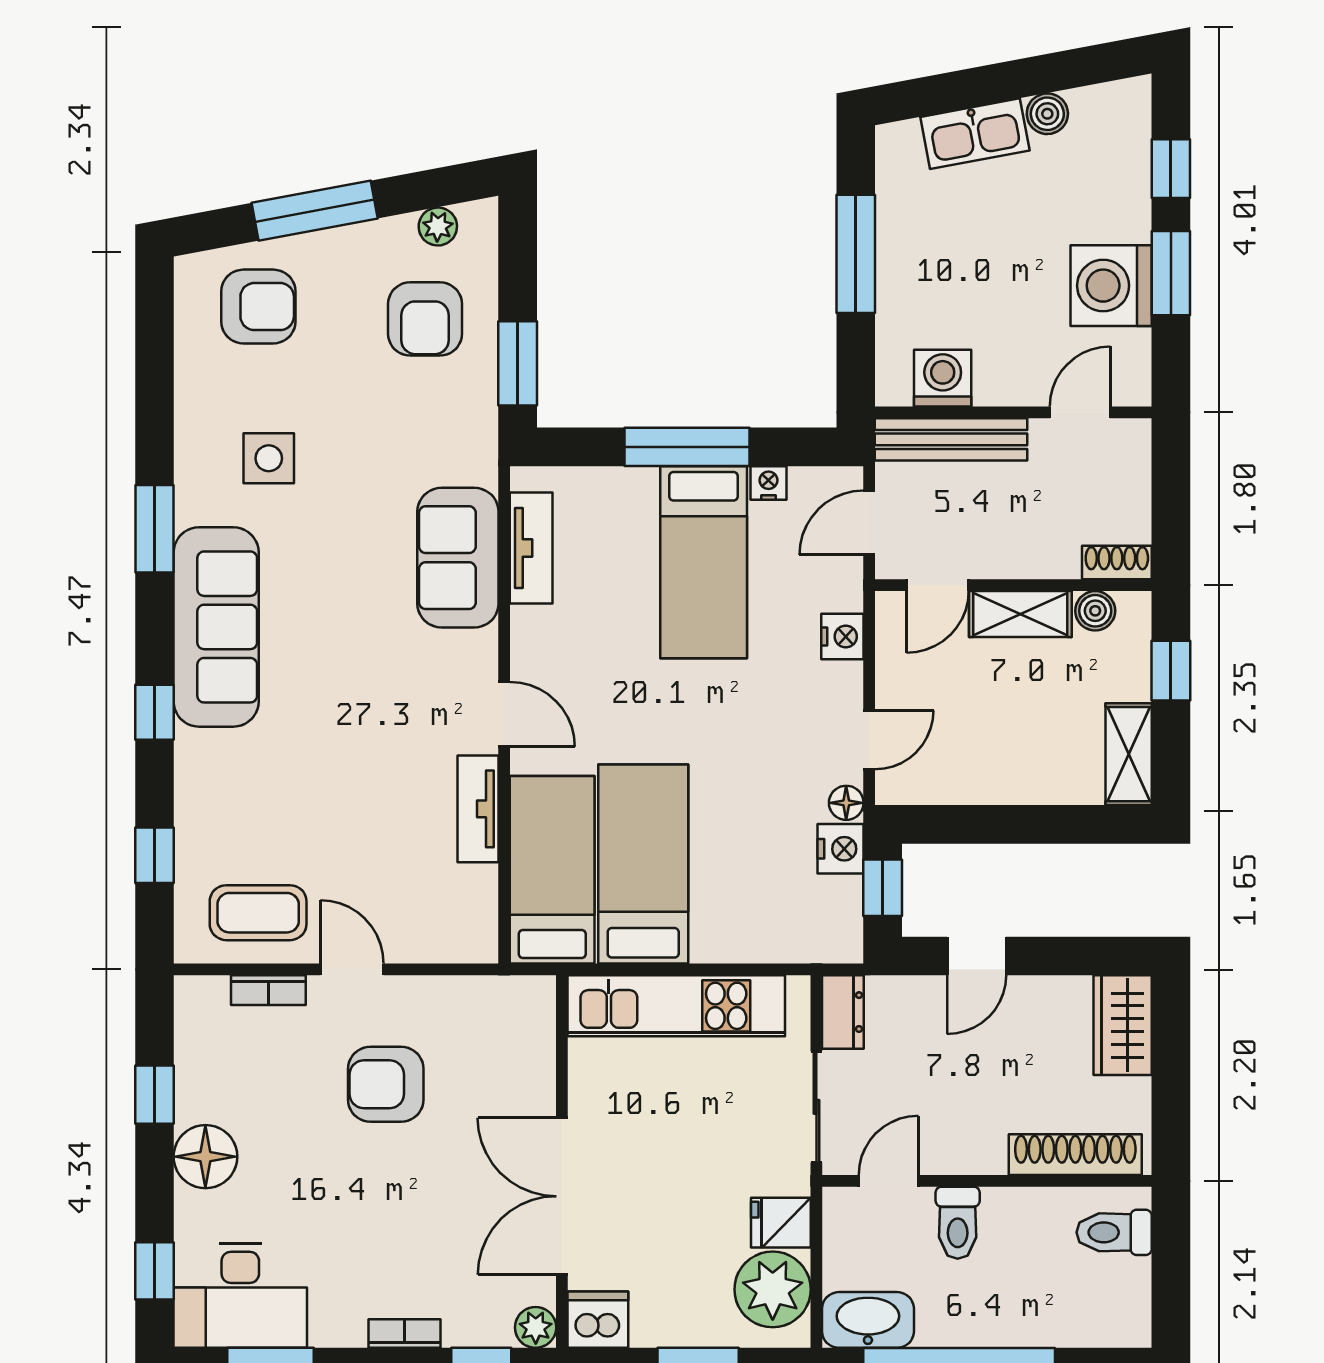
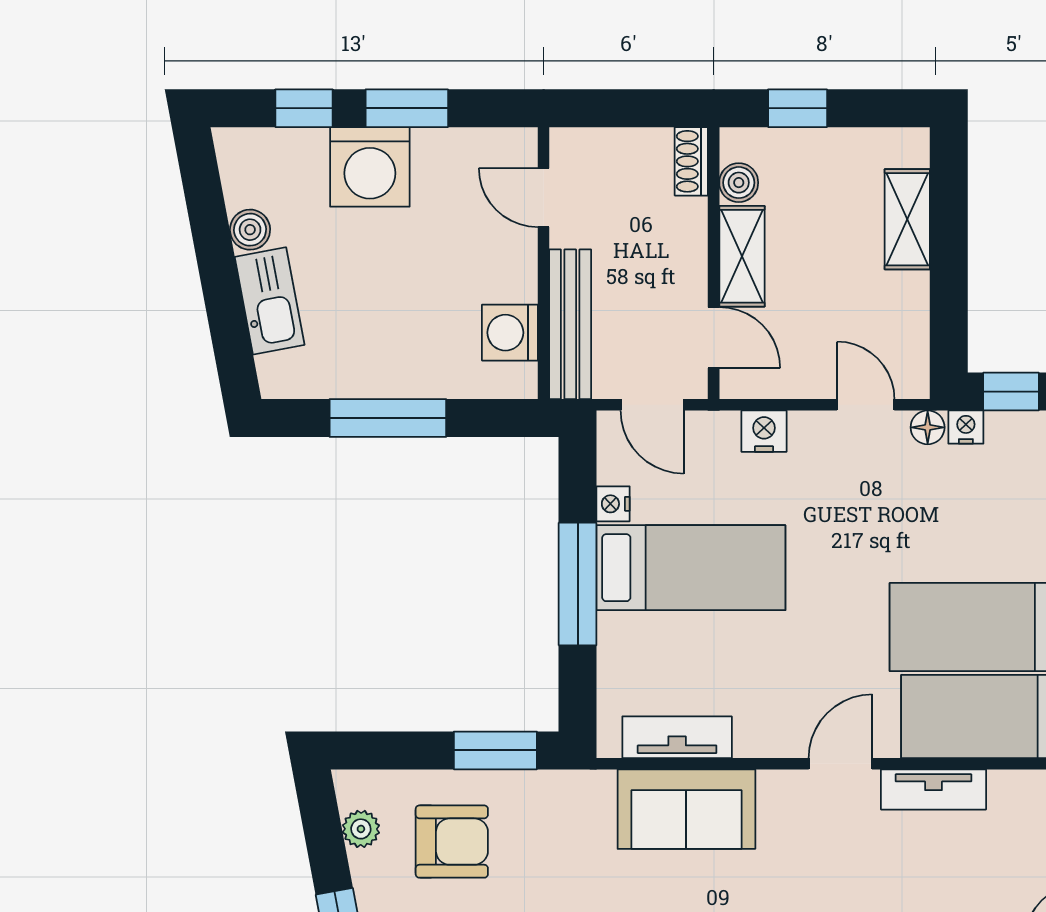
washing machine: (1111, 286) -> (370, 167), moved
shelving: (1129, 754) -> (907, 219), moved, turned 90
nightstand: (841, 849) -> (966, 427), width x0.72, depth x0.74

